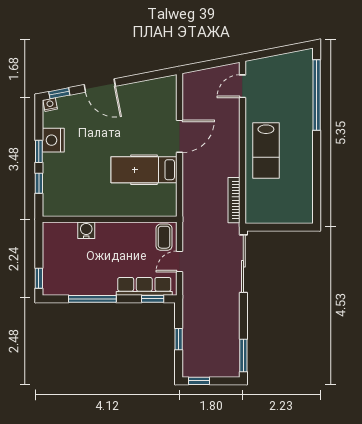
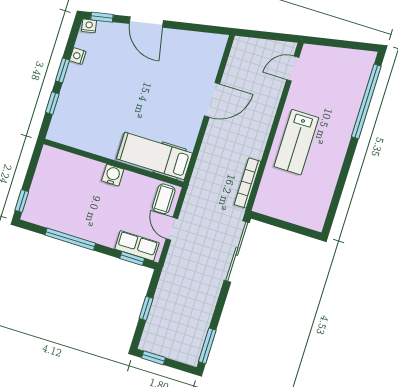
nightstand: (53, 140) -> (78, 56), width x0.53, depth x0.56
hospital bed: (144, 170) -> (154, 156), moved
water cooler: (86, 230) -> (113, 175), moved
door: (180, 262) -> (172, 229), hinge flipped
row of seats: (144, 286) -> (137, 246), width x0.68

